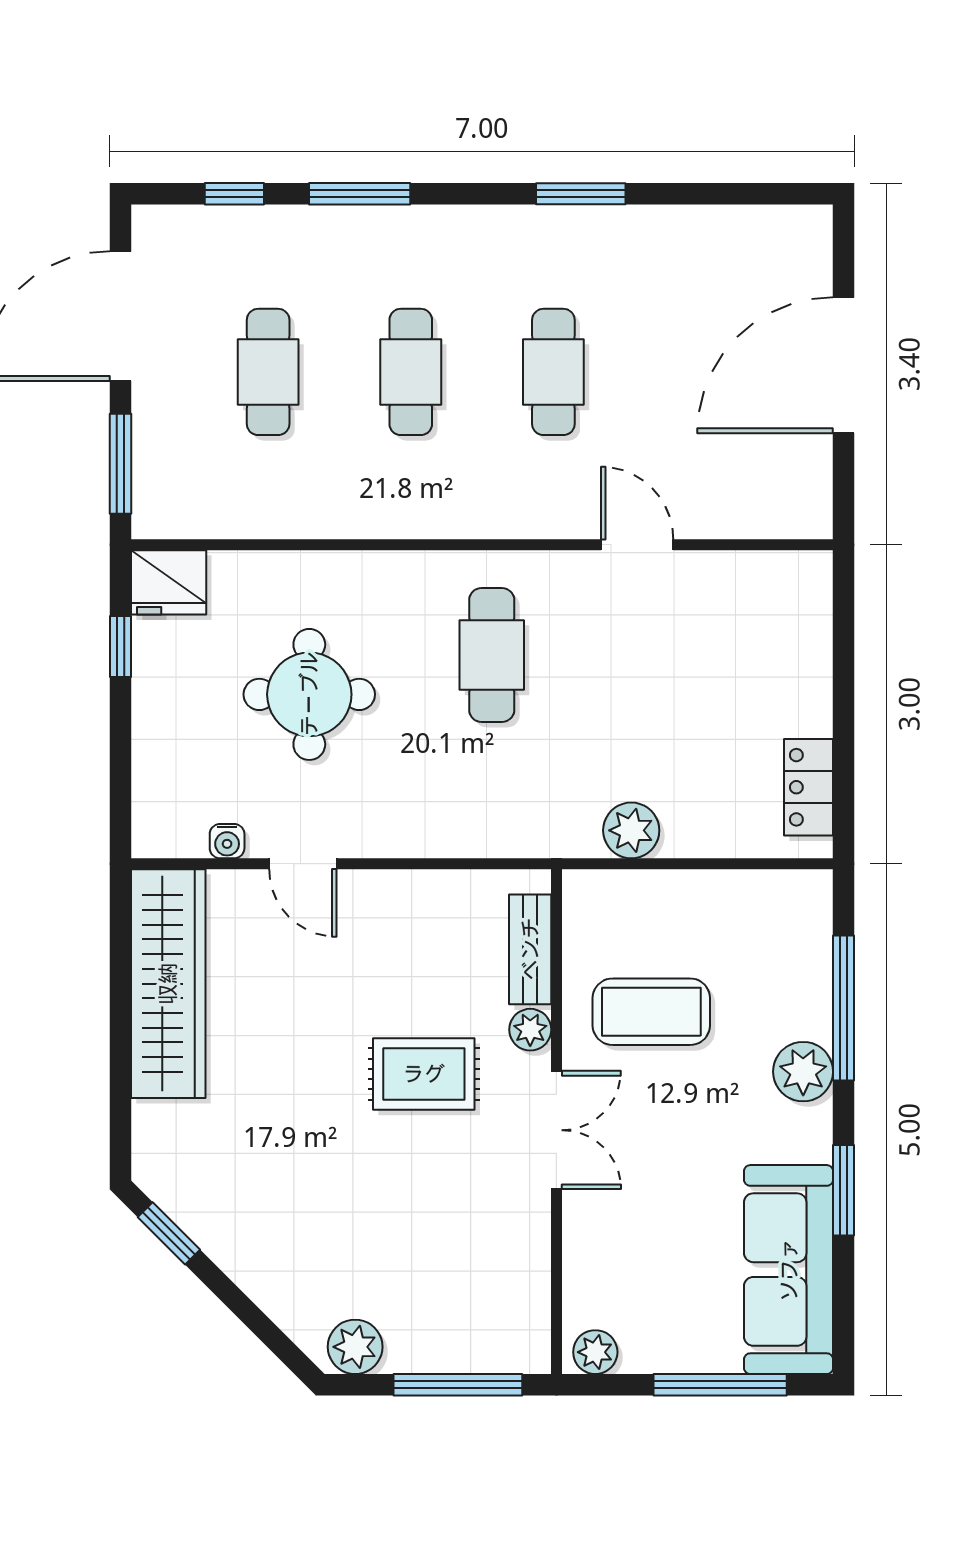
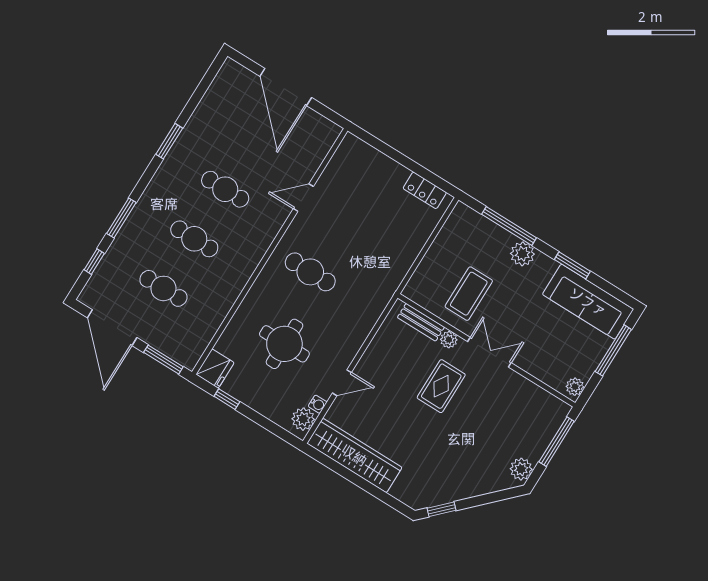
plant: (631, 830) -> (303, 419), moved

